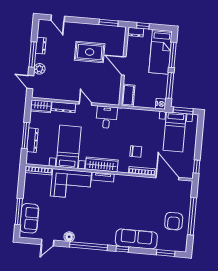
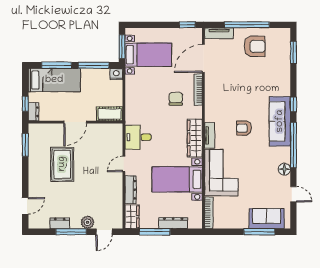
window: (26, 135) -> (155, 232), moved
tv unit: (187, 192) -> (219, 33), added
armchair: (106, 206) -> (244, 128), added
sofa: (136, 239) -> (280, 121), moved

